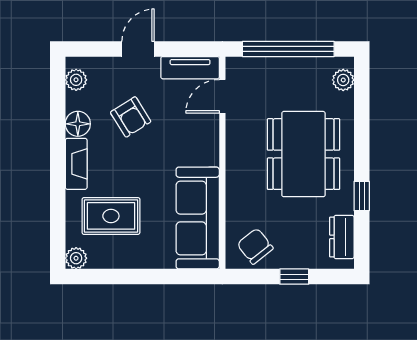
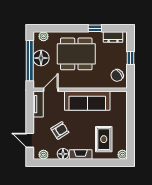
door: (138, 49) -> (30, 140), moved
floor lamp: (294, 74) -> (41, 58), added
door: (222, 96) -> (51, 90), swing flipped
sofa: (198, 218) -> (87, 101), moved

